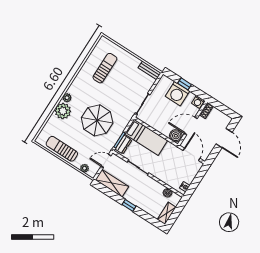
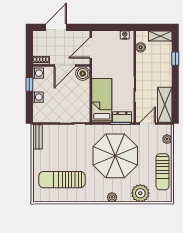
sun lounger: (105, 68) -> (62, 180), width x1.36, depth x1.34
window: (185, 84) -> (29, 84), moved
washing machine: (177, 94) -> (38, 97), width x0.53, depth x0.53
plant: (63, 111) -> (140, 193), moved
parasol: (97, 120) -> (115, 156), width x1.36, depth x1.36
door: (191, 126) -> (65, 66), hinge flipped
door: (106, 161) -> (148, 123), swing flipped
window: (129, 205) -> (175, 59), moved

